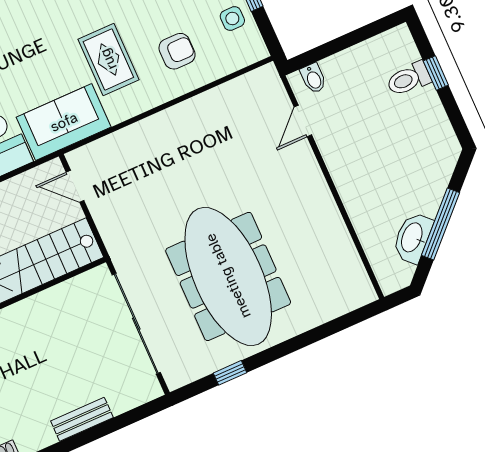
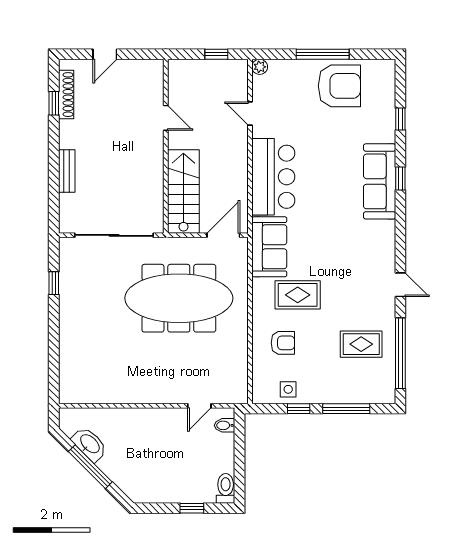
armchair: (177, 51) -> (283, 343), turned -90
toilet: (409, 79) -> (226, 488), moved
door: (303, 121) -> (199, 406), swing flipped
door: (75, 186) -> (223, 235), width x1.38
meeting table: (228, 276) -> (179, 298), moved

